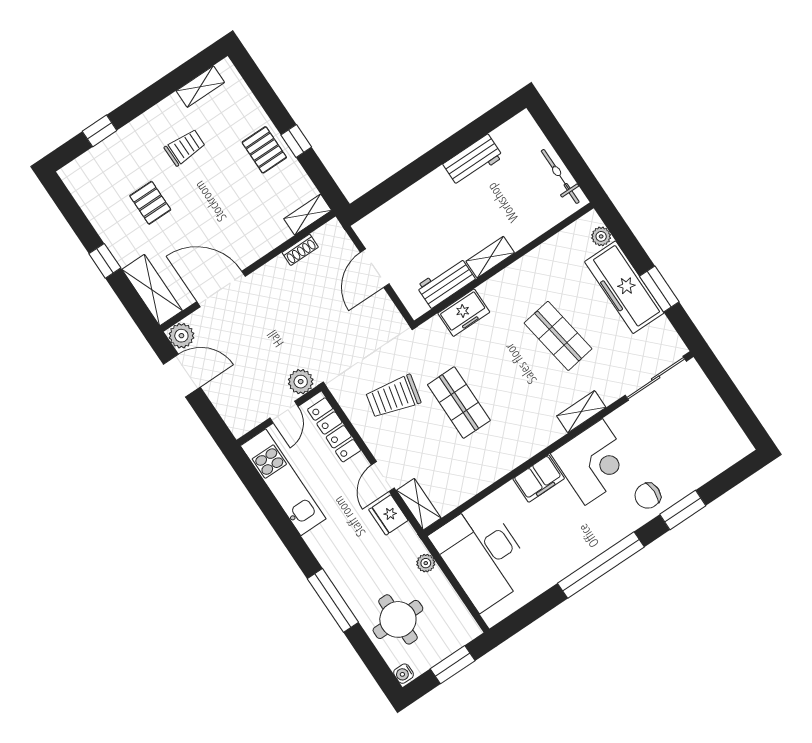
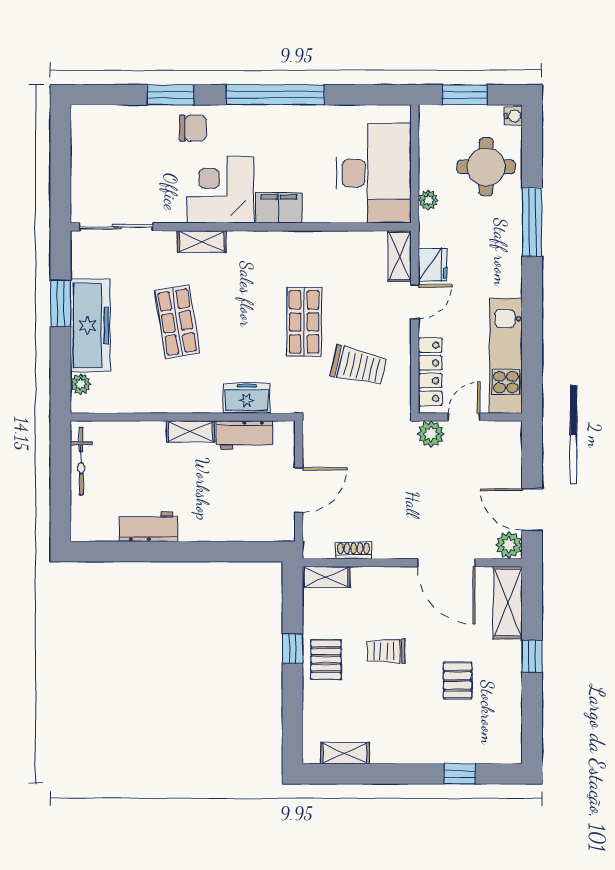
trolley: (185, 147) -> (386, 651), moved

